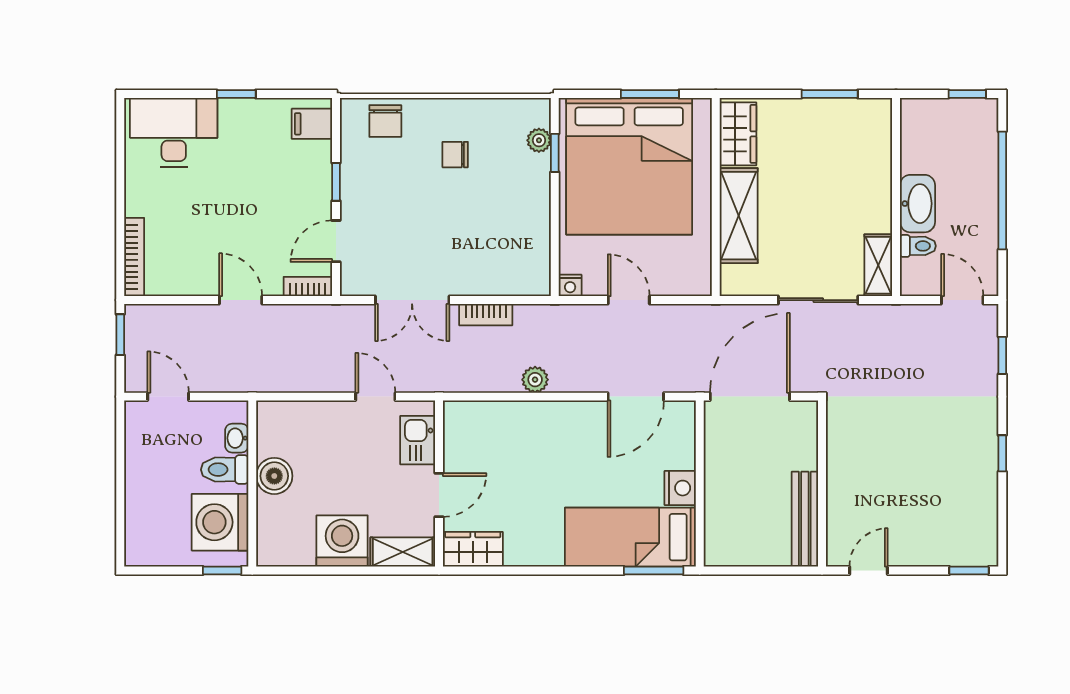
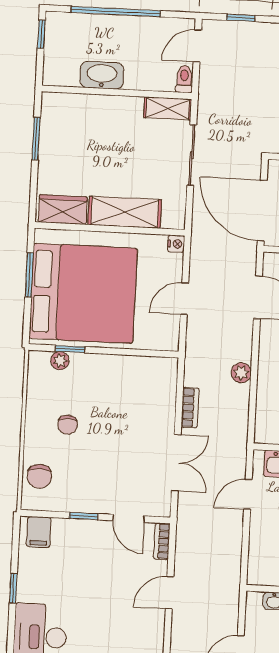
chair: (385, 121) -> (39, 476), turned 90
washbasin: (917, 204) -> (102, 75), moved
toilet: (918, 246) -> (184, 79), moved
nightstand: (570, 285) -> (176, 244), moved

